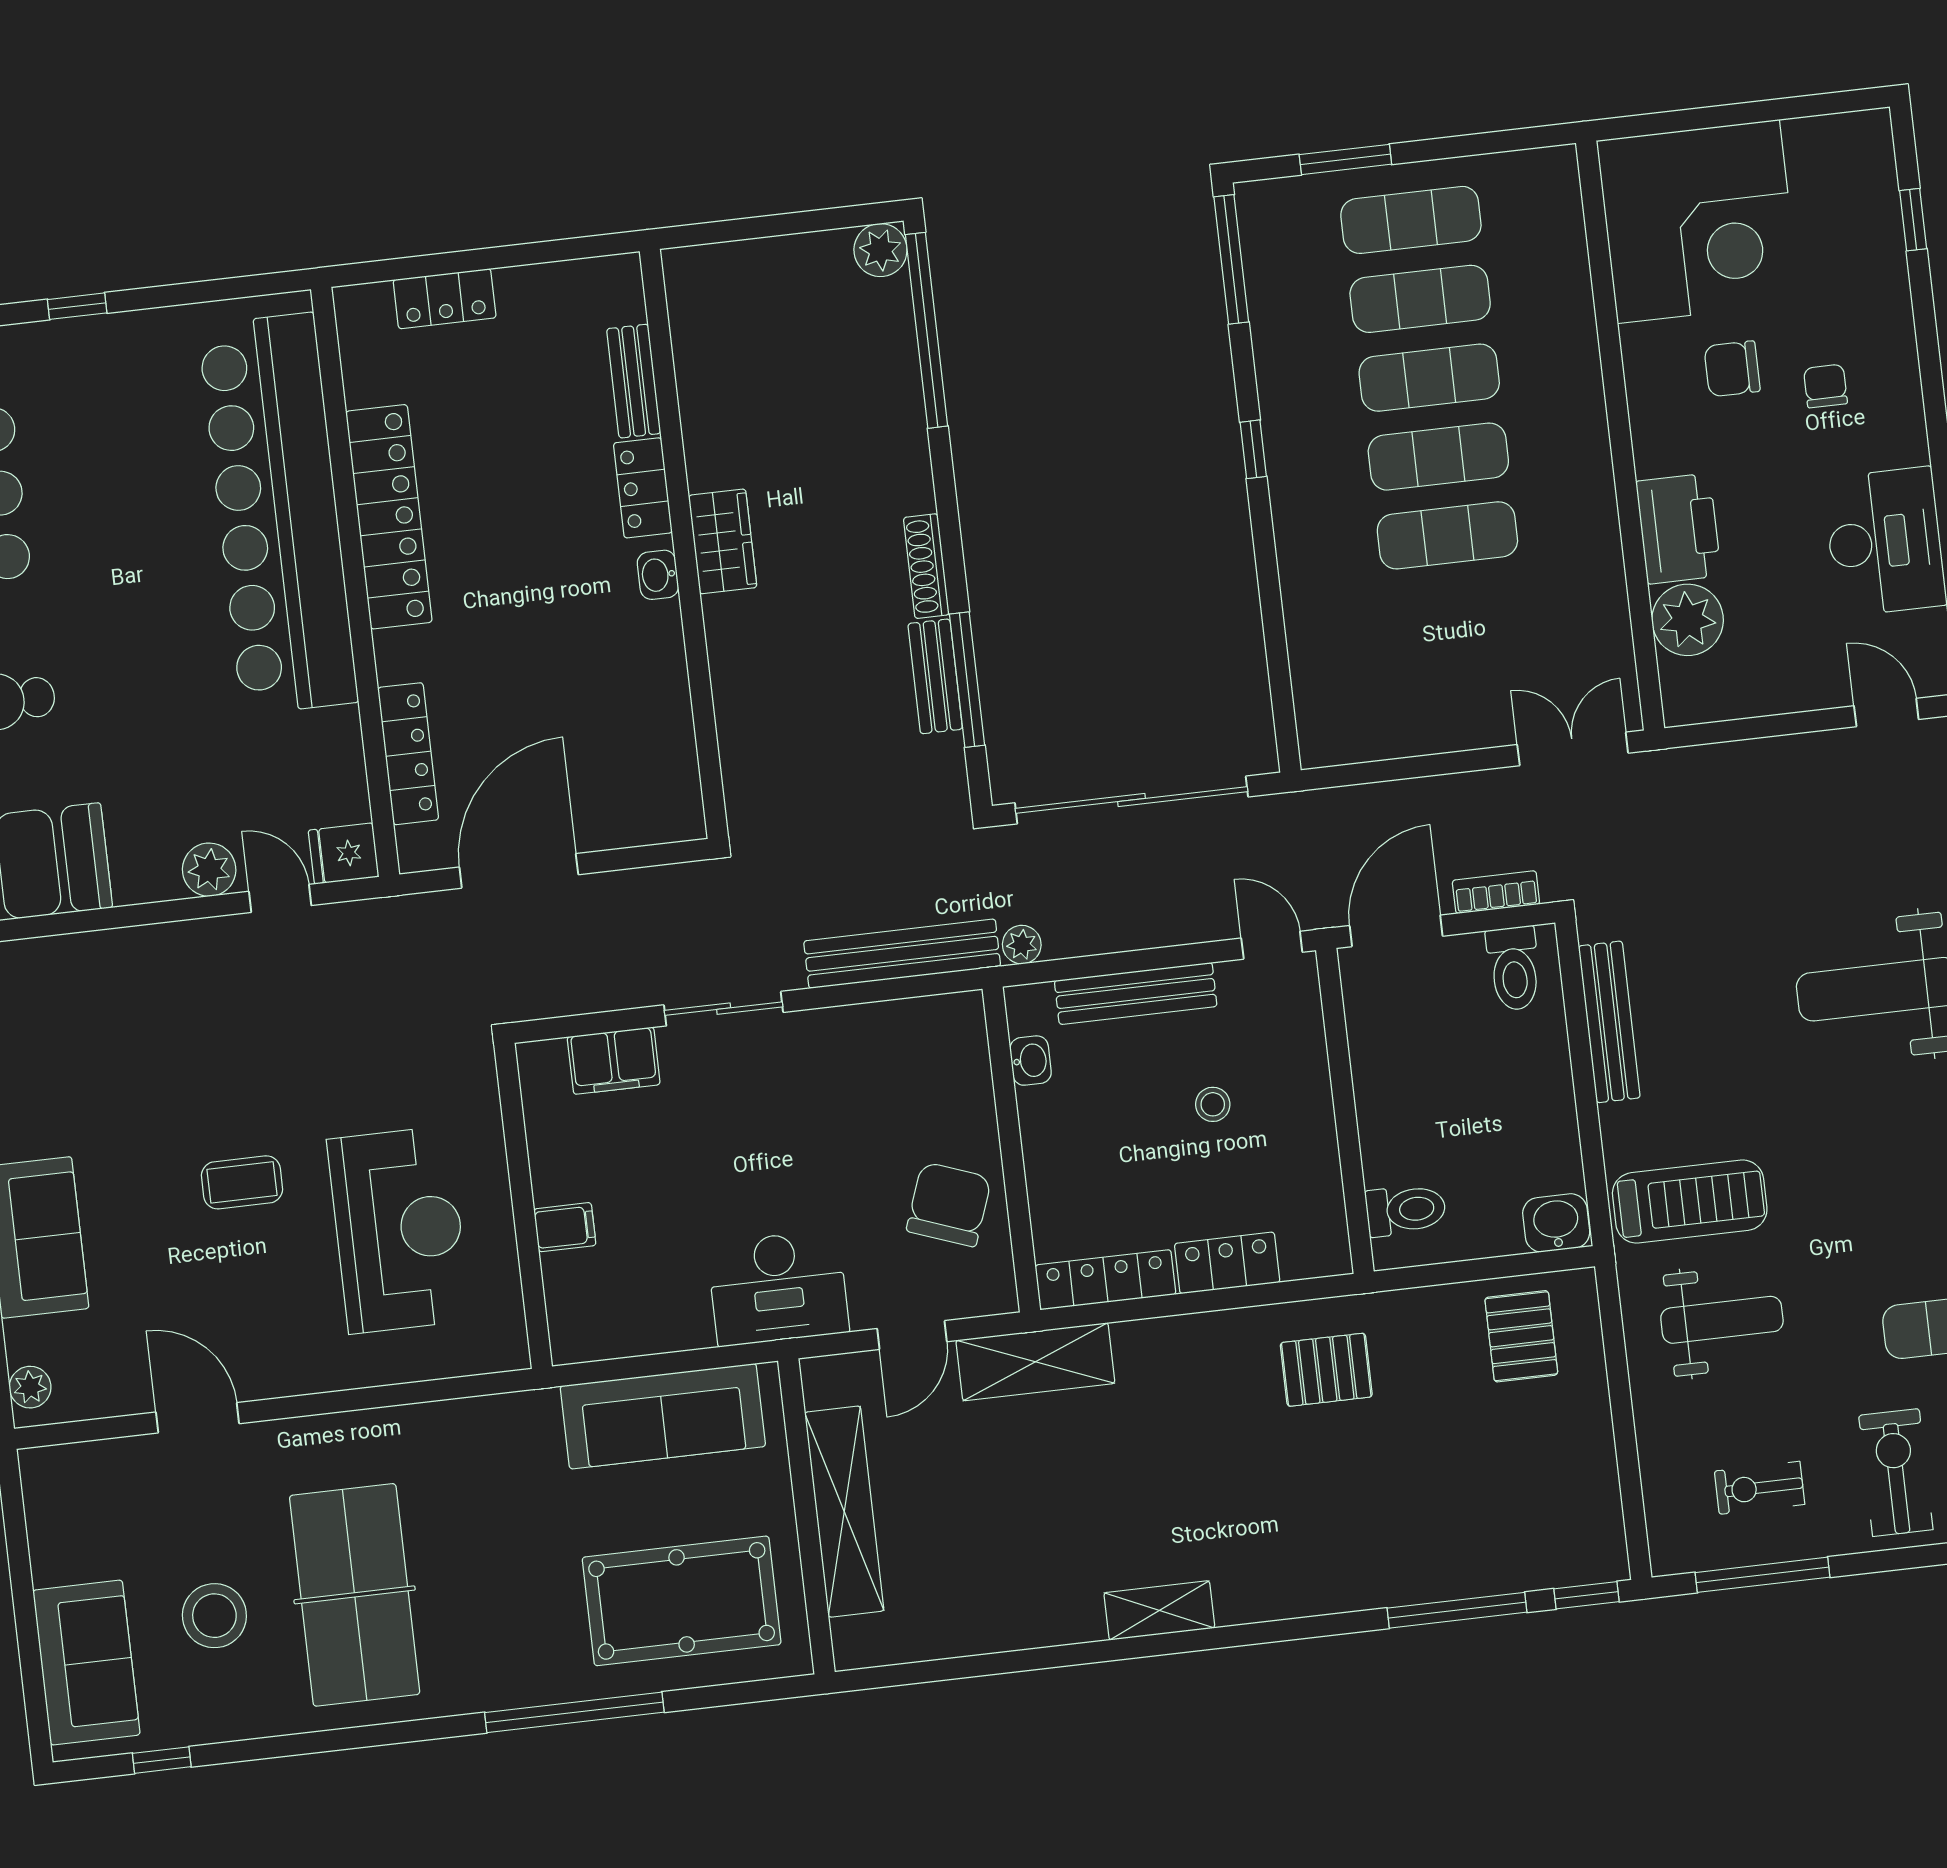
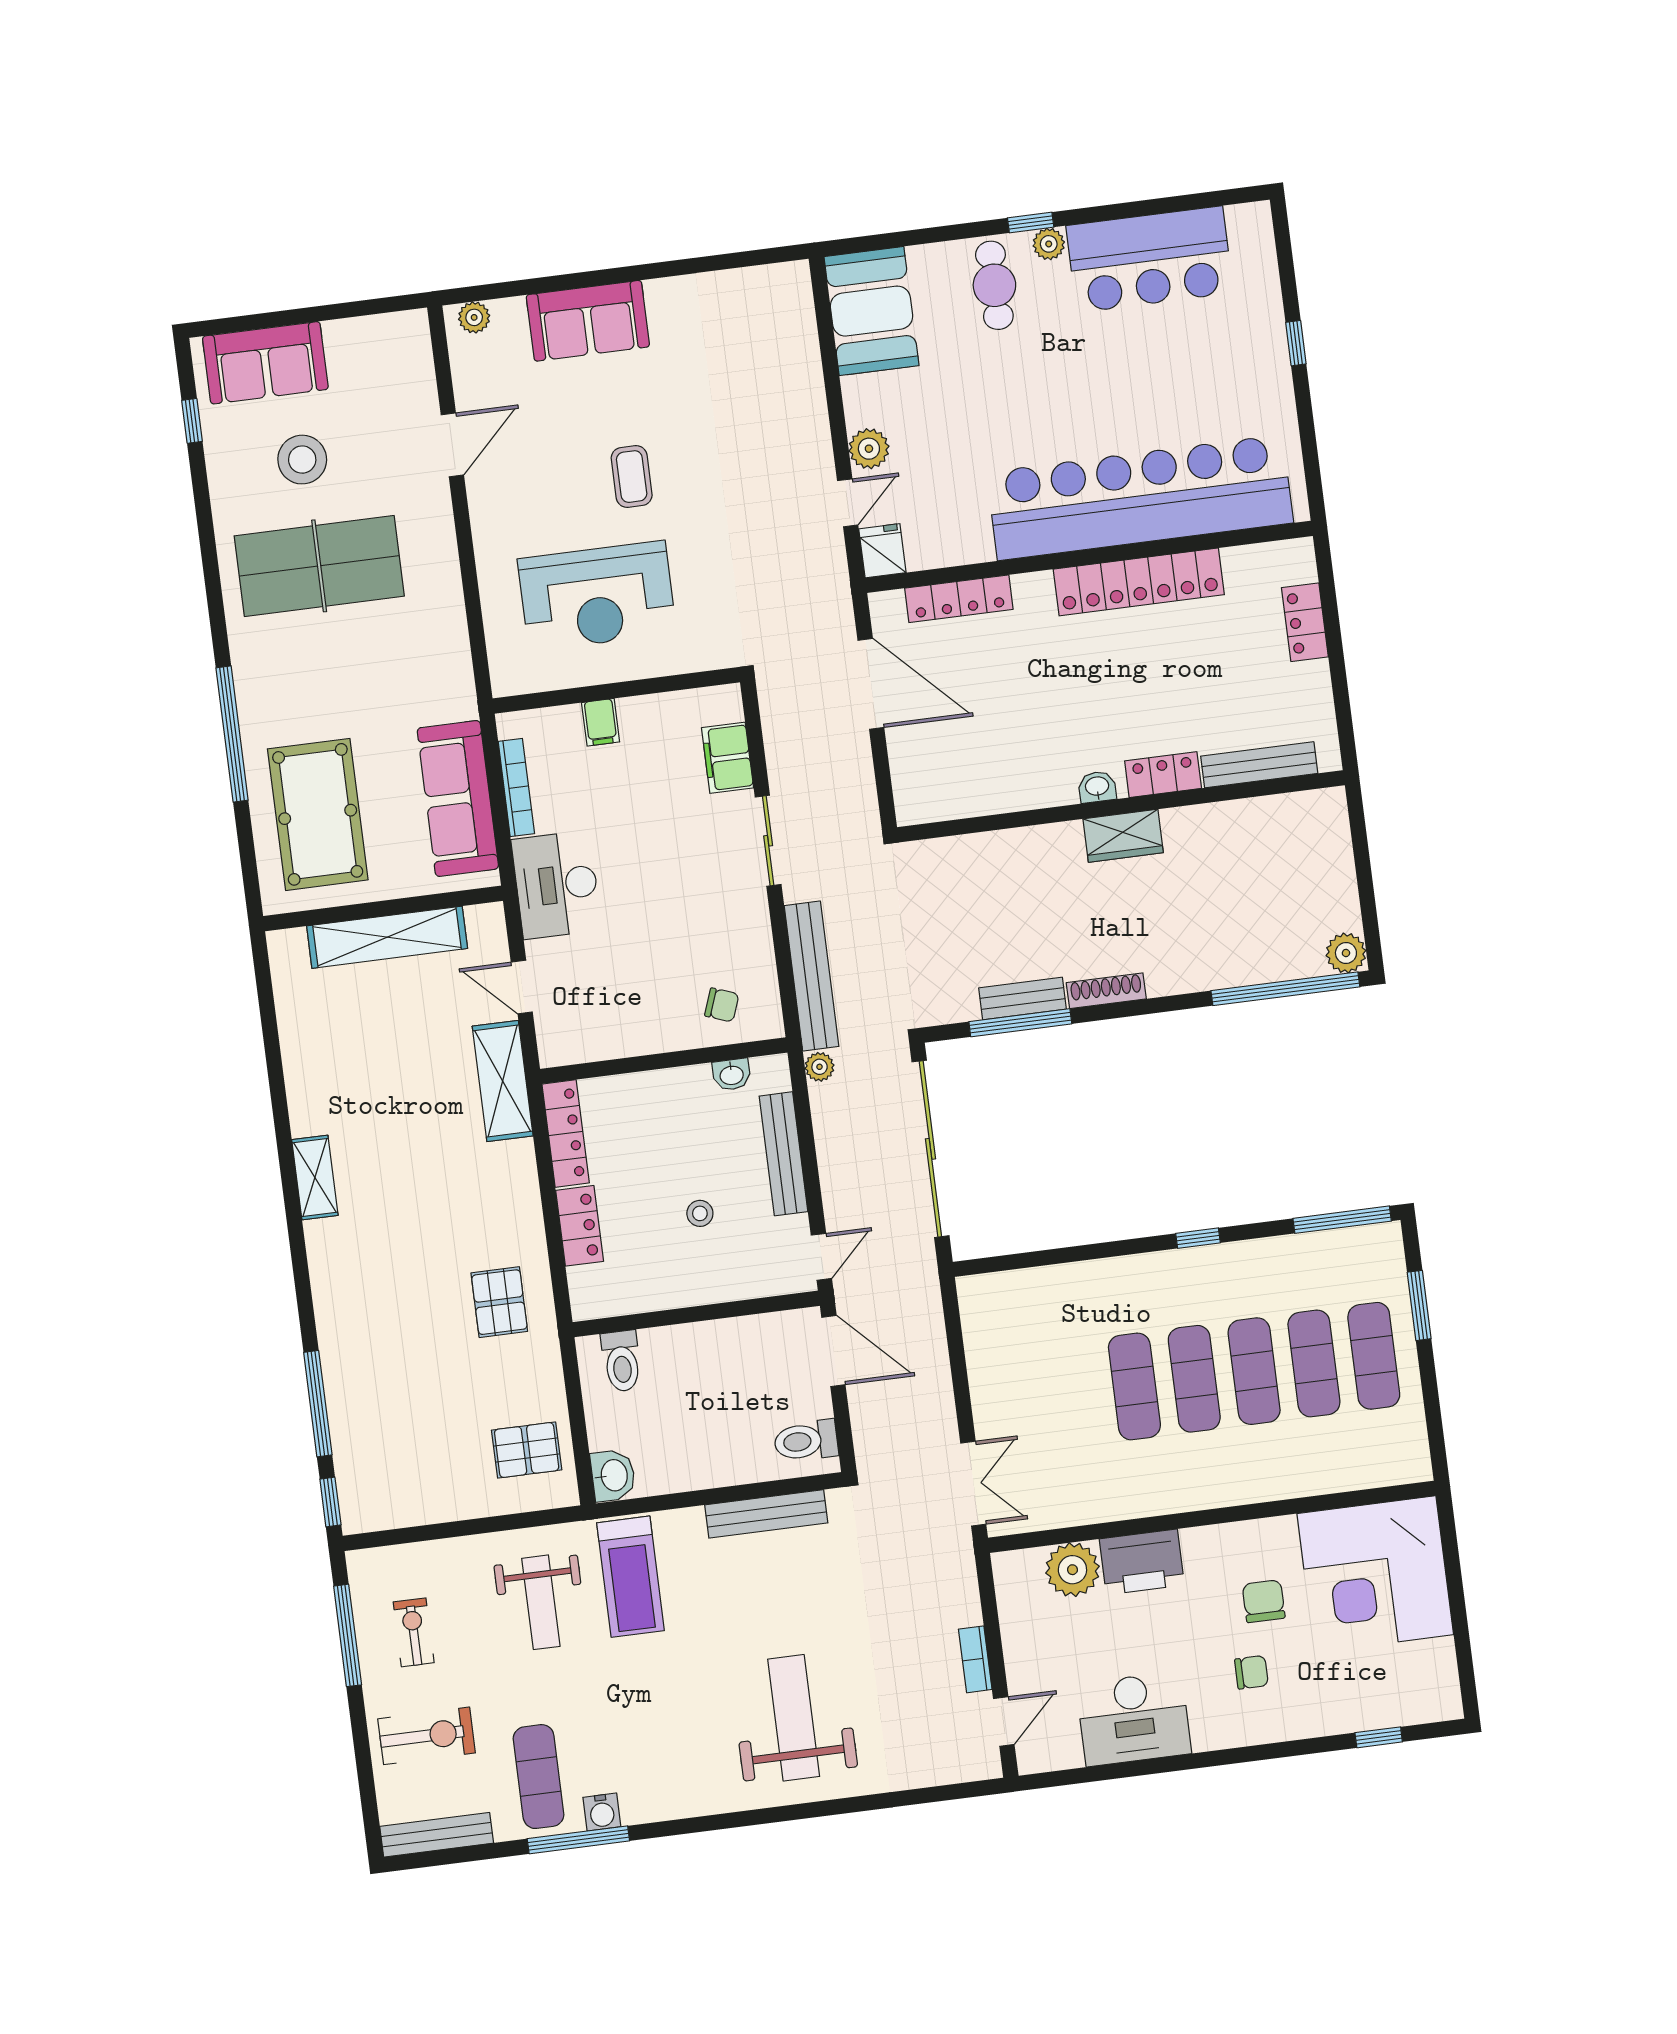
bench: (634, 381) -> (1259, 765), width x1.36
bookcase: (1496, 892) -> (975, 1659), moved, turned 180
chair: (949, 1204) -> (722, 1005), moved, width x0.54, depth x0.54
bookcase: (649, 1339) -> (516, 787), added

